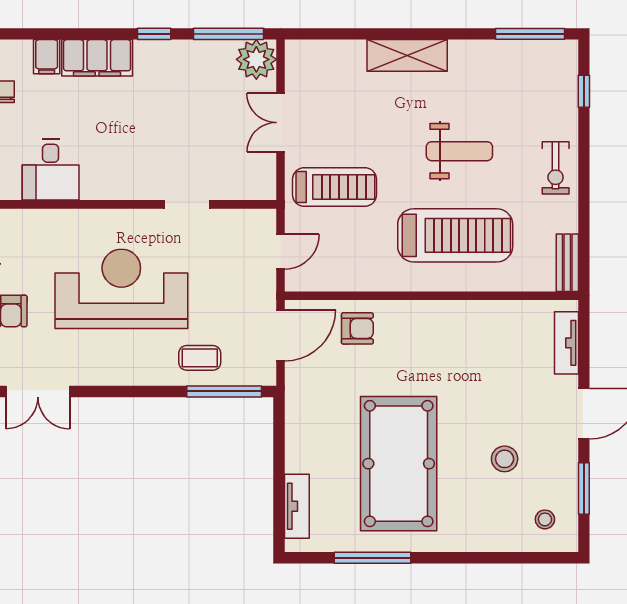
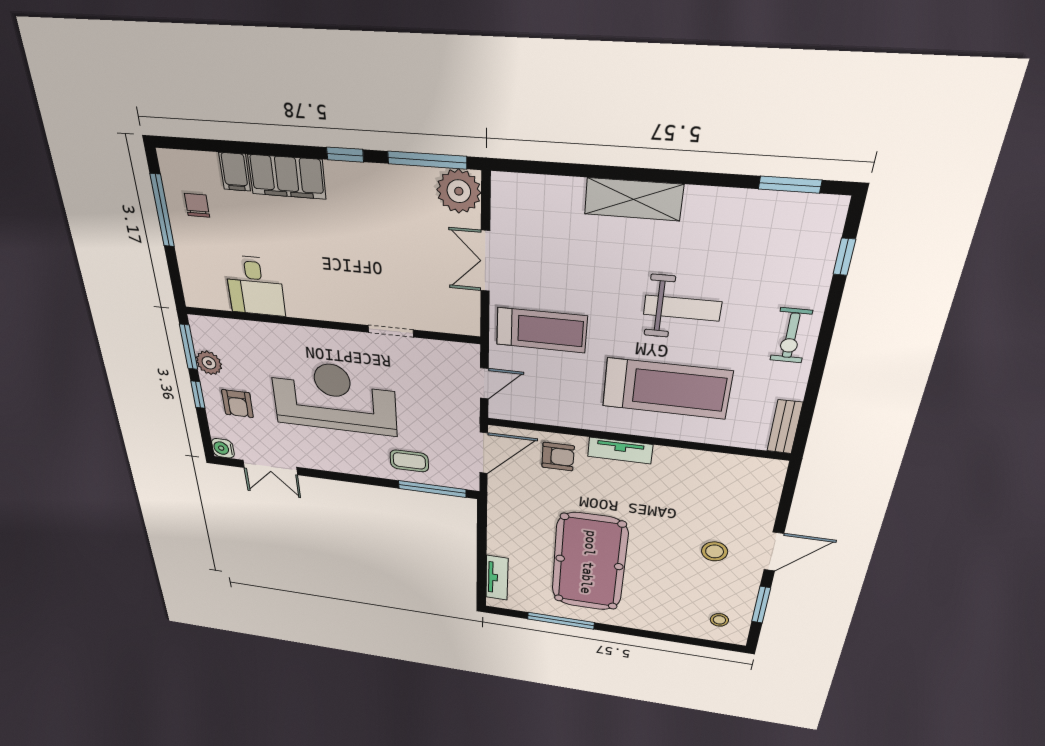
window: (530, 34) -> (790, 185), width x0.69
tv unit: (566, 343) -> (620, 451), moved, turned -90
stool: (505, 459) -> (715, 551), moved

